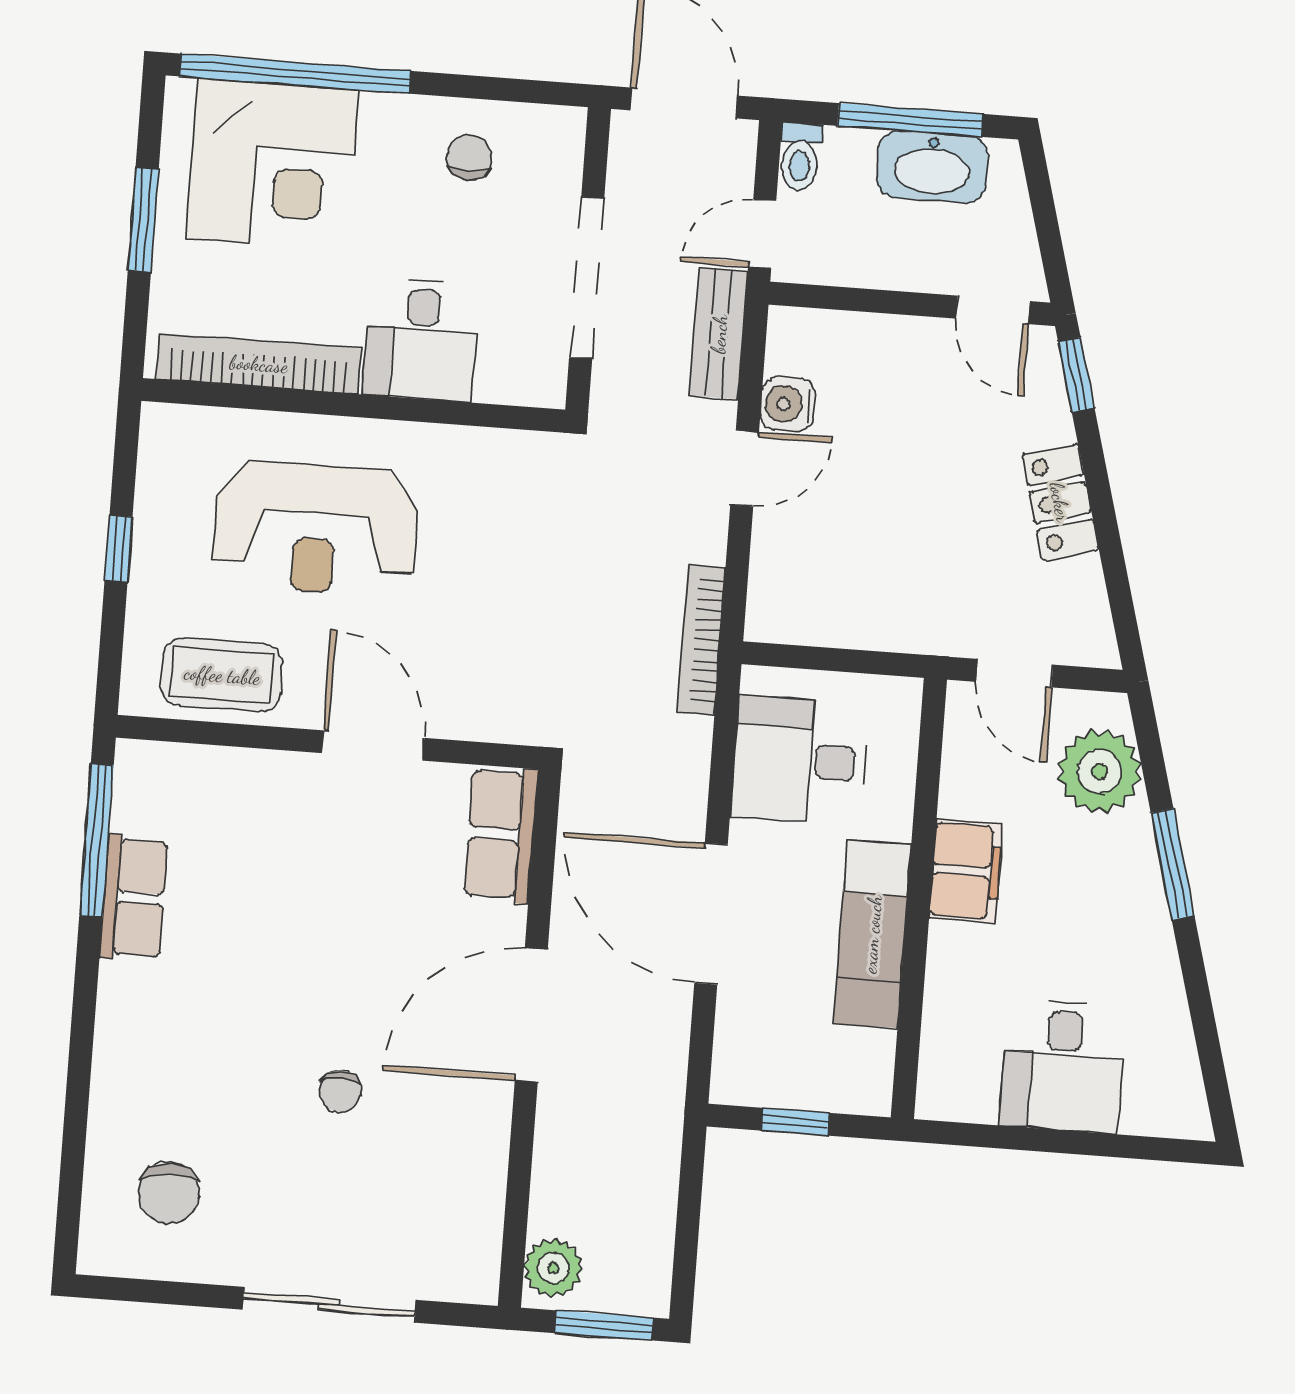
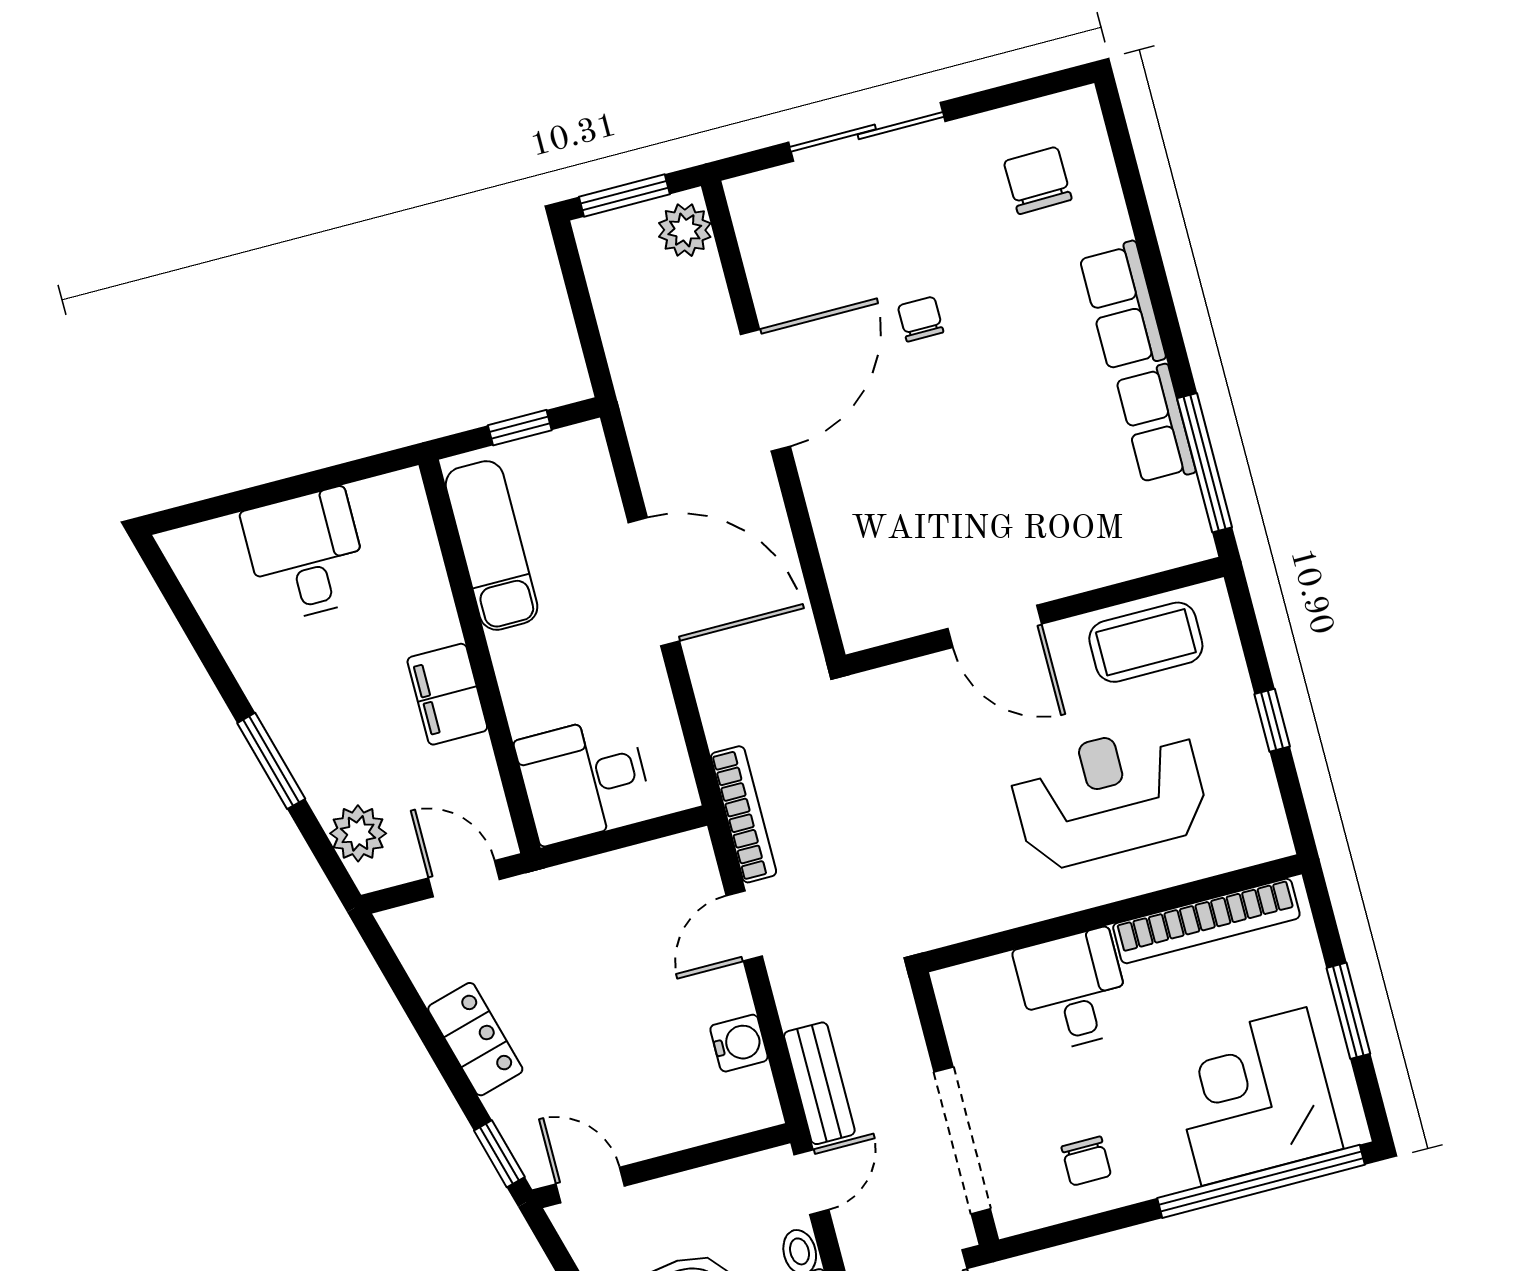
doorway: (587, 278) -> (962, 1140), moved
door: (745, 468) -> (744, 926), moved
desk: (800, 760) -> (584, 779), moved, turned 180
plant: (1100, 771) -> (358, 833), width x0.73, depth x0.73
row of seats: (501, 834) -> (1122, 307), moved, turned 180
exam couch: (872, 934) -> (492, 545), moved
door: (531, 1015) -> (765, 390), moved

